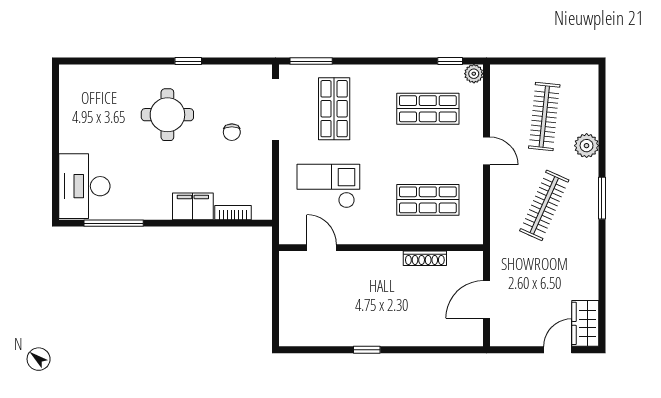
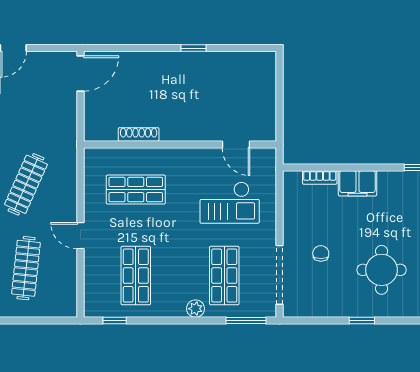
plant: (474, 74) -> (196, 309), moved
shop shelf: (428, 109) -> (136, 276), turned 90
door: (486, 299) -> (80, 73), moved

